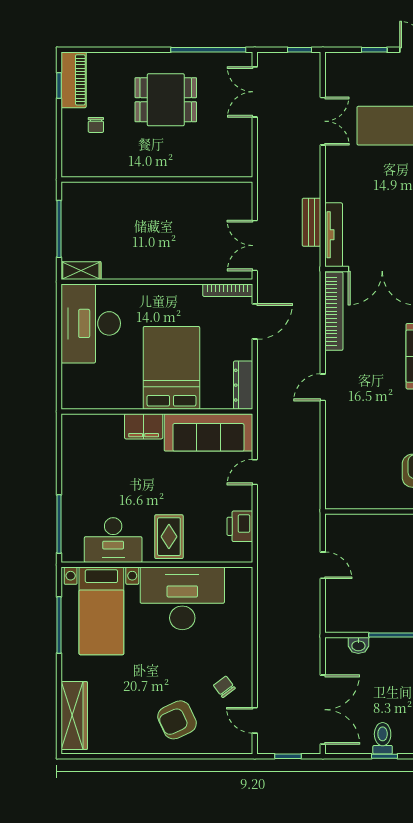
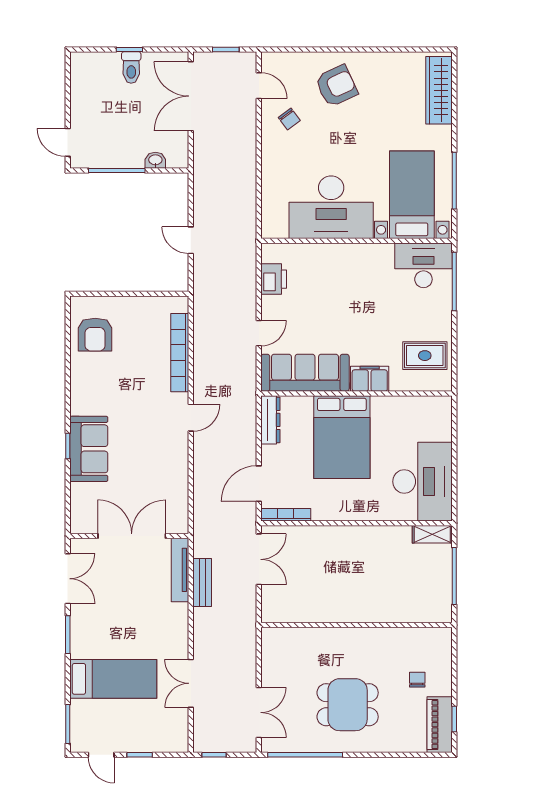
bookcase: (334, 311) -> (180, 353), moved
rug: (169, 537) -> (425, 356), moved, turned 90
desk: (113, 540) -> (423, 265), moved

